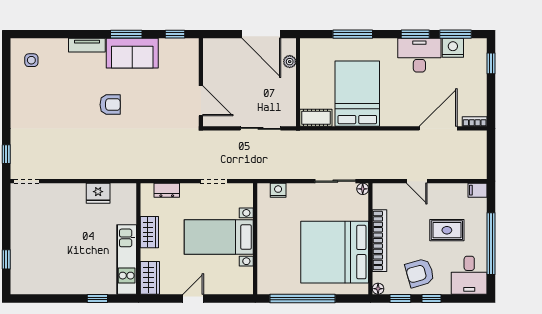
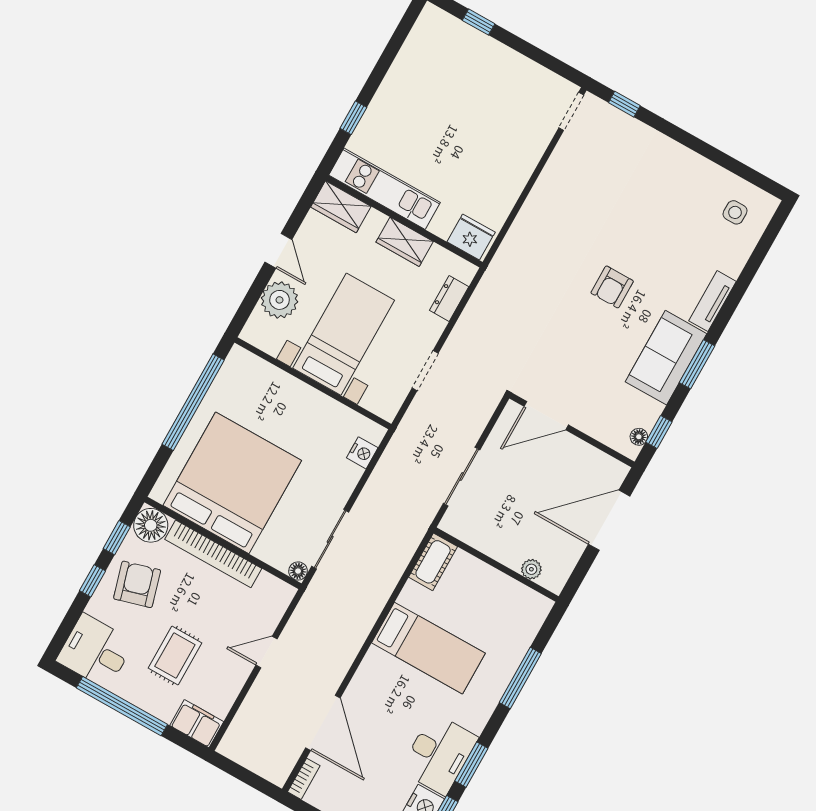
door: (261, 34) -> (609, 520), moved
floor lamp: (184, 44) -> (639, 437), added
bed: (357, 94) -> (428, 648), width x0.67
filing cabinet: (478, 190) -> (197, 724), width x2.00
fridge: (98, 193) -> (471, 237), moved, turned 90
plant: (220, 283) -> (280, 300), added
floor lamp: (378, 289) -> (151, 525), width x1.89, depth x1.89

